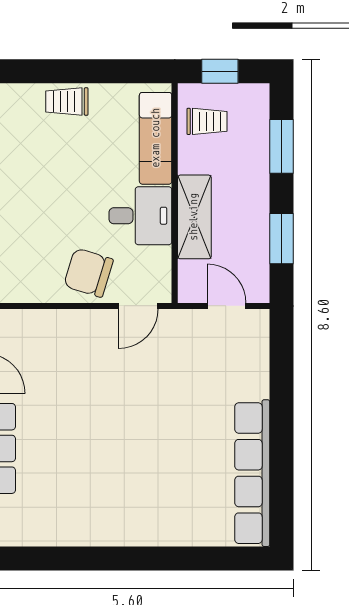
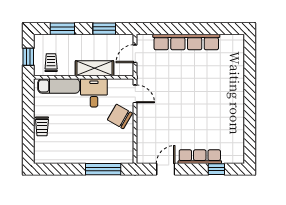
chair: (88, 273) -> (120, 116), turned 103
row of seats: (252, 473) -> (186, 42), moved

